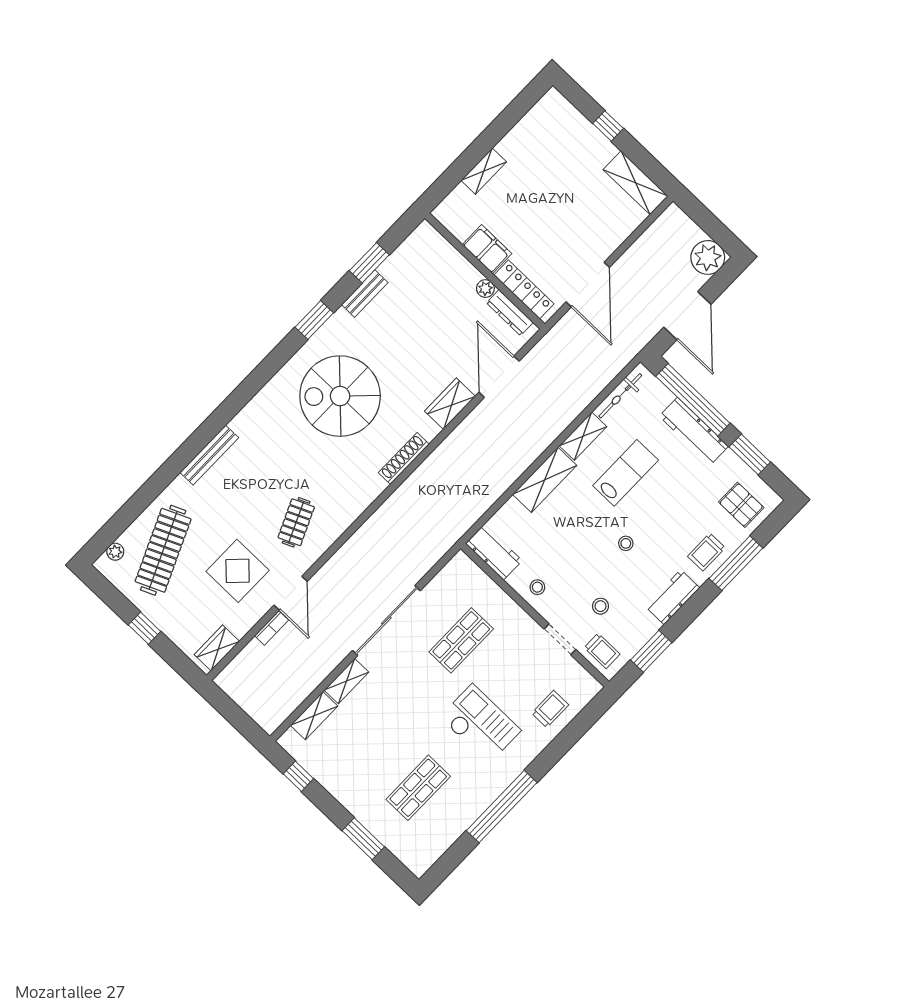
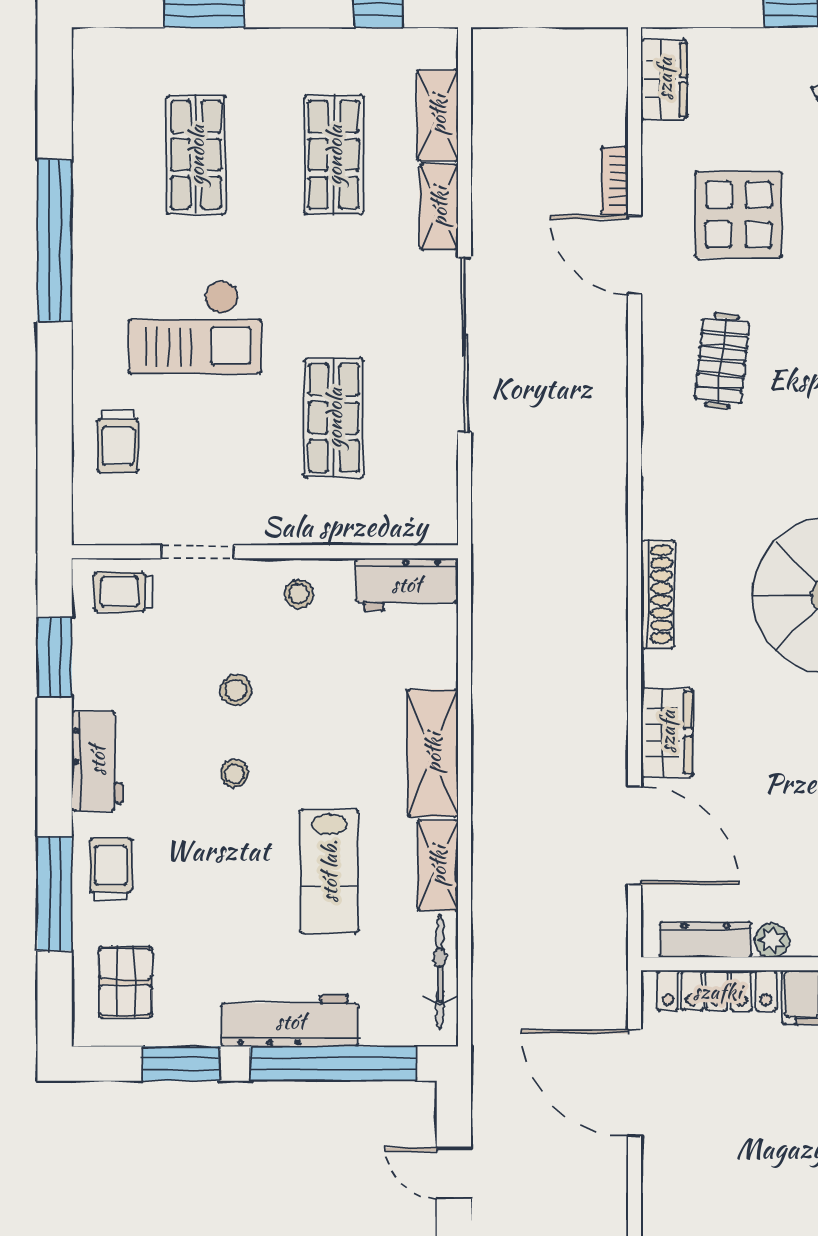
door: (687, 316) -> (454, 1173), width x0.53
pallet: (741, 505) -> (125, 982), turned 90
clothes rail: (296, 522) -> (722, 361), turned 30
stool: (601, 606) -> (236, 690), moved
shop shelf: (367, 738) -> (334, 155), added

